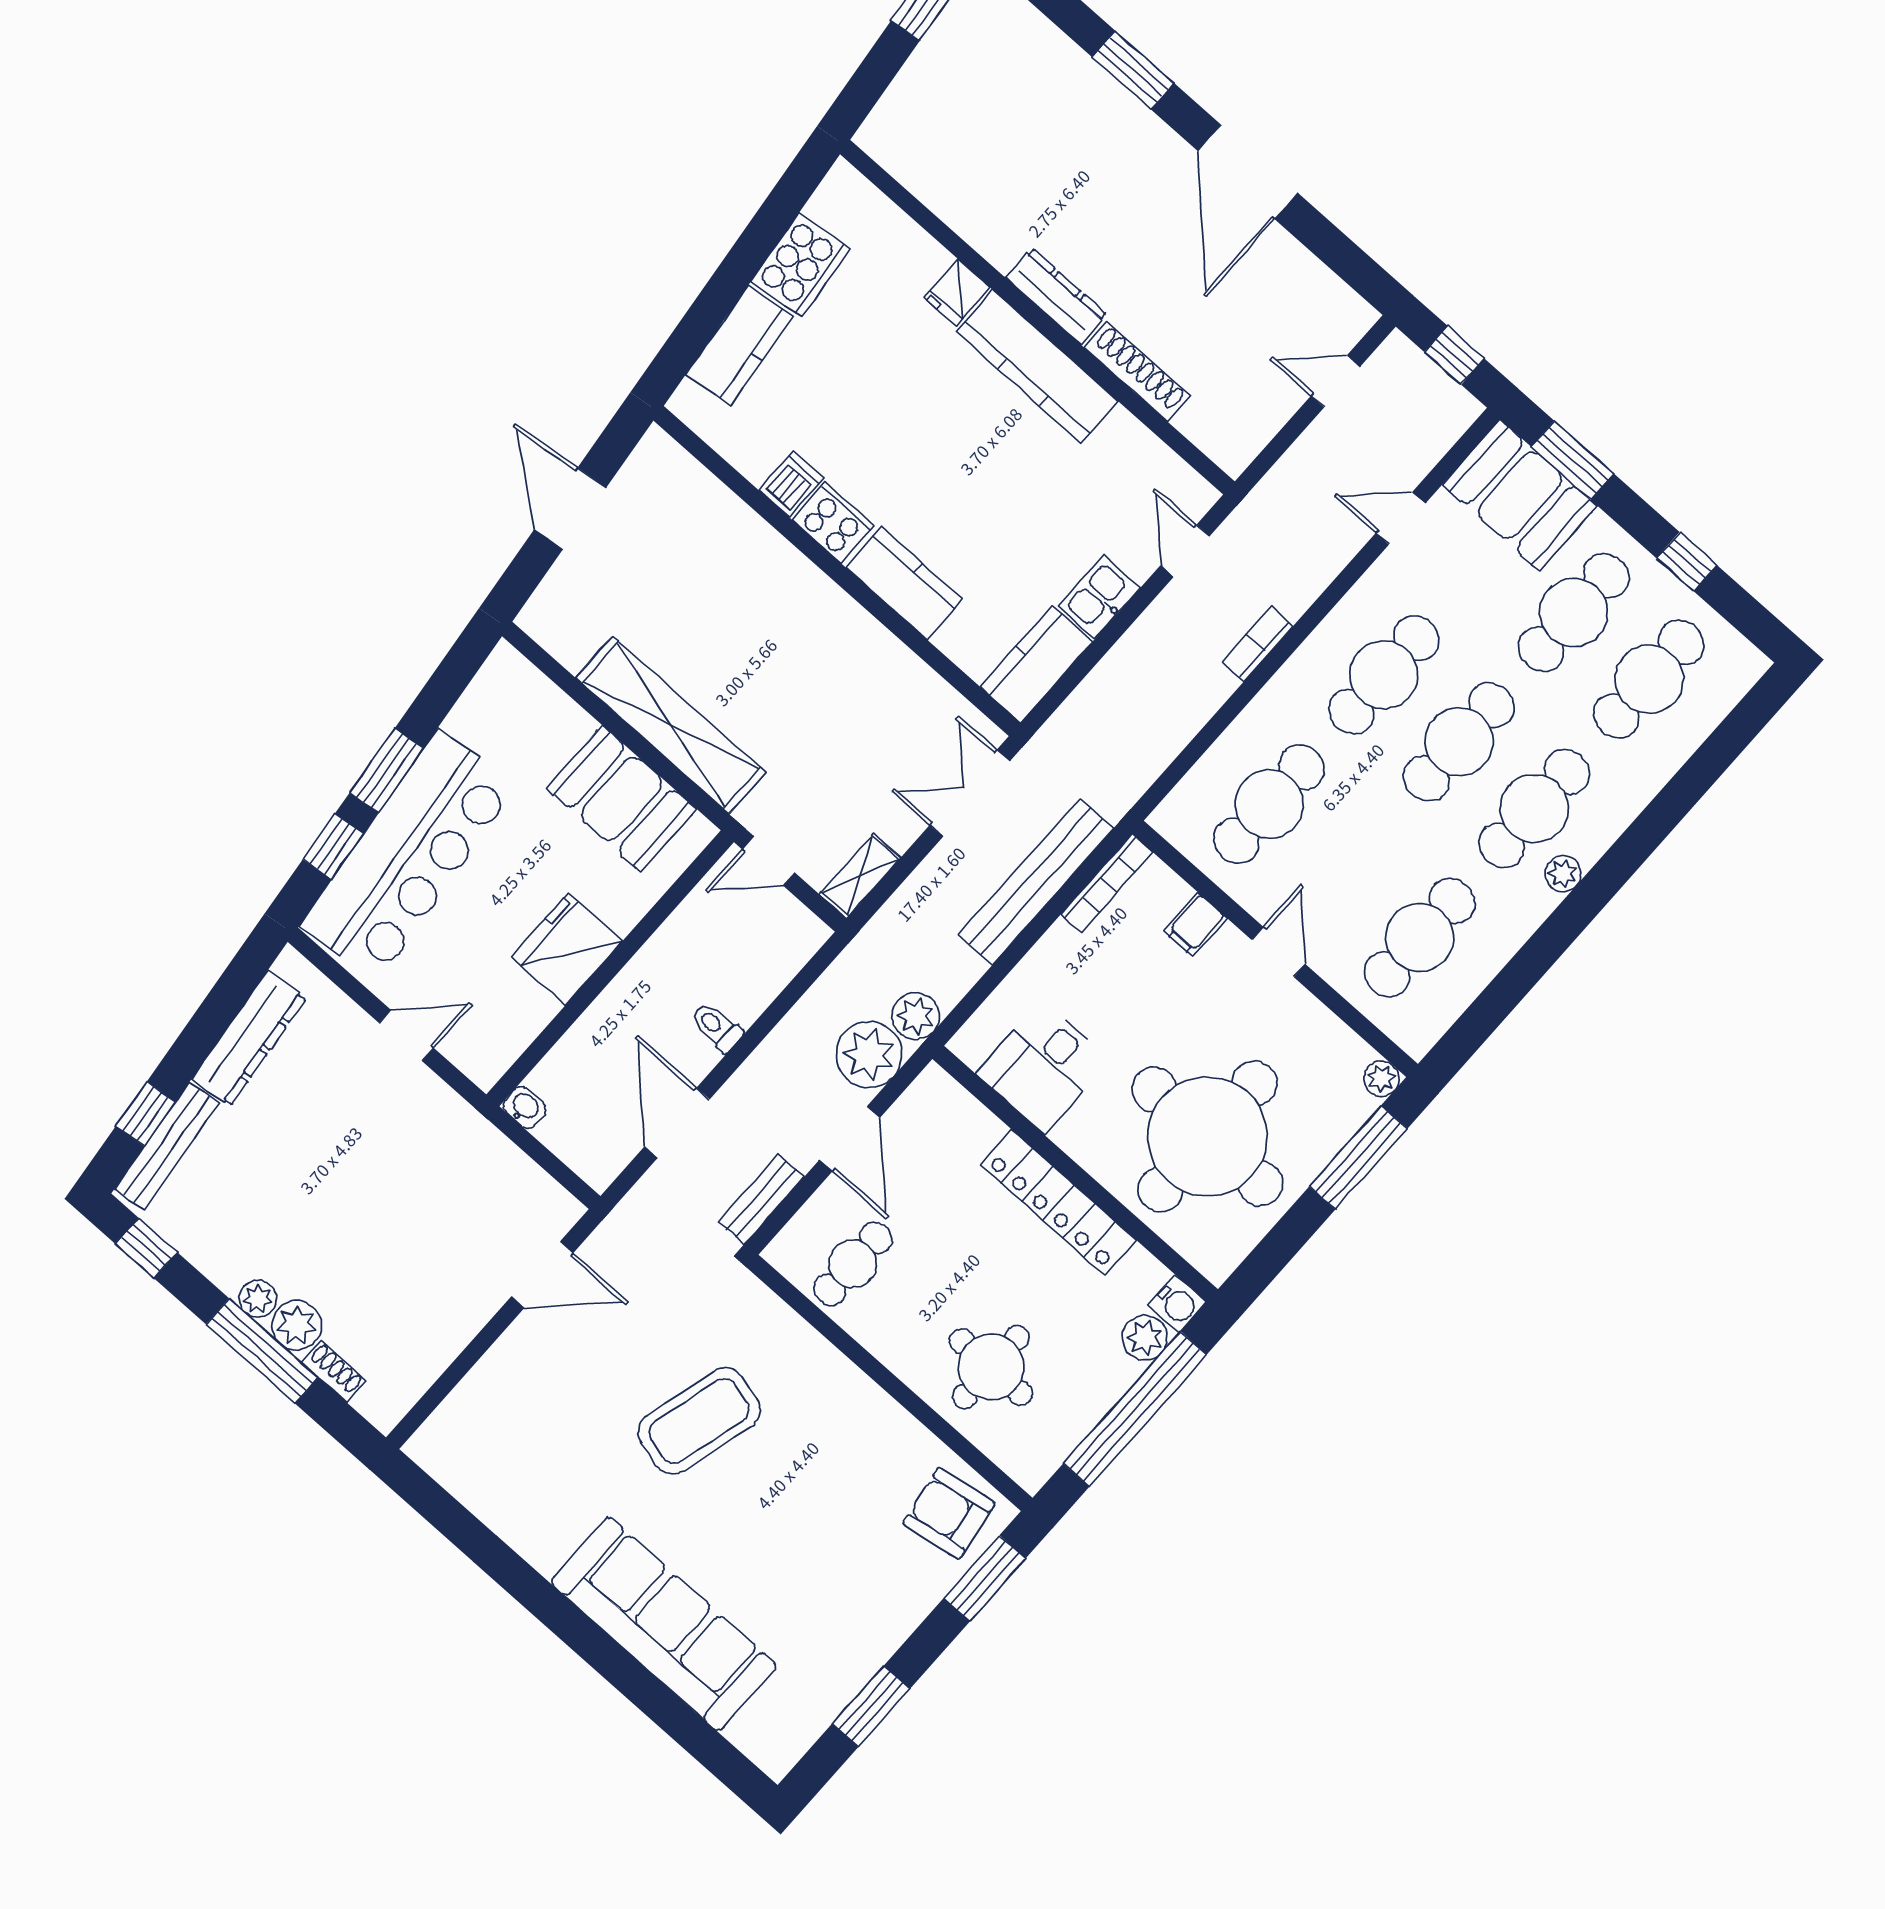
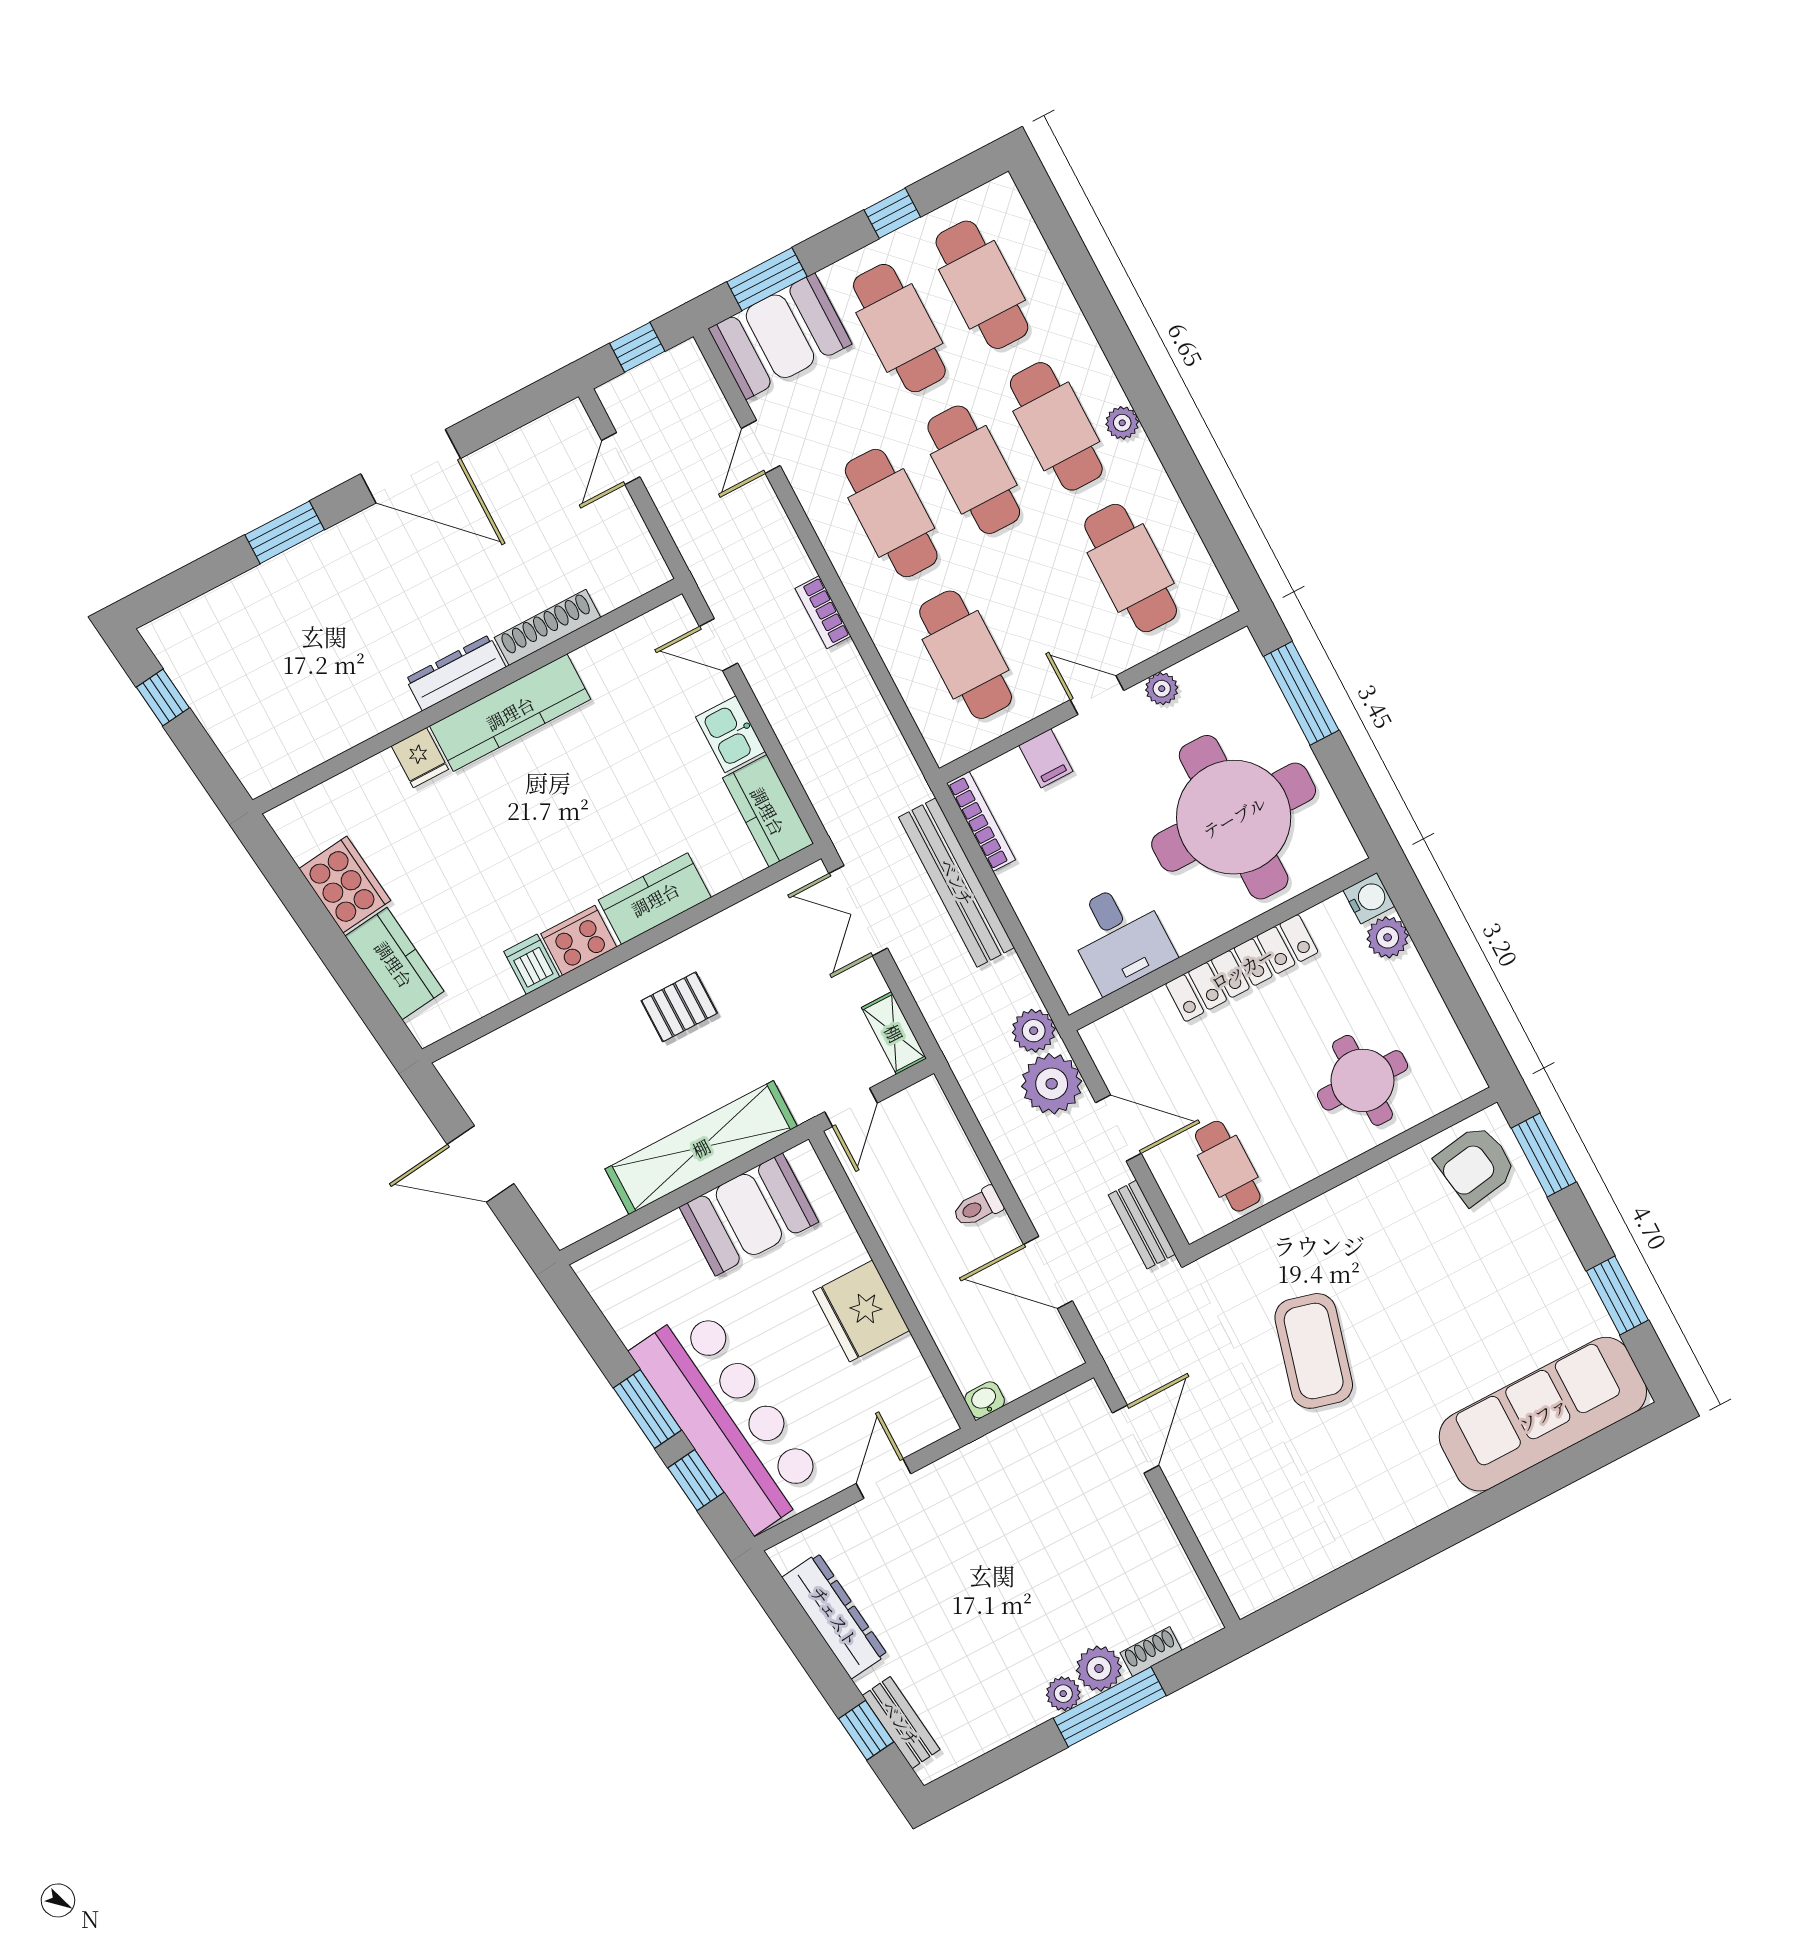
pallet: (804, 649) -> (679, 1007), added
plant: (1381, 1079) -> (1162, 689), moved
bench: (167, 1146) -> (901, 1723), width x0.73
window: (146, 1248) -> (983, 1774), removed
window: (1135, 1409) -> (1446, 969), removed
sofa: (664, 1624) -> (1543, 1414), moved

